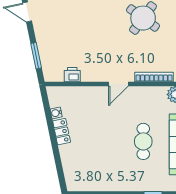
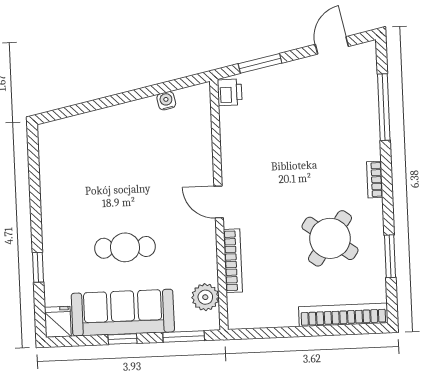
printer: (72, 75) -> (230, 92), moved
locker: (62, 132) -> (136, 111), removed

